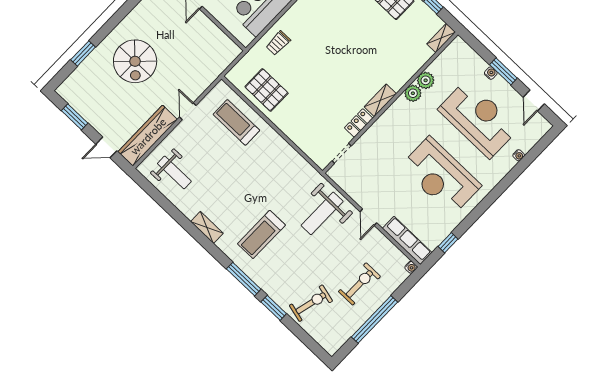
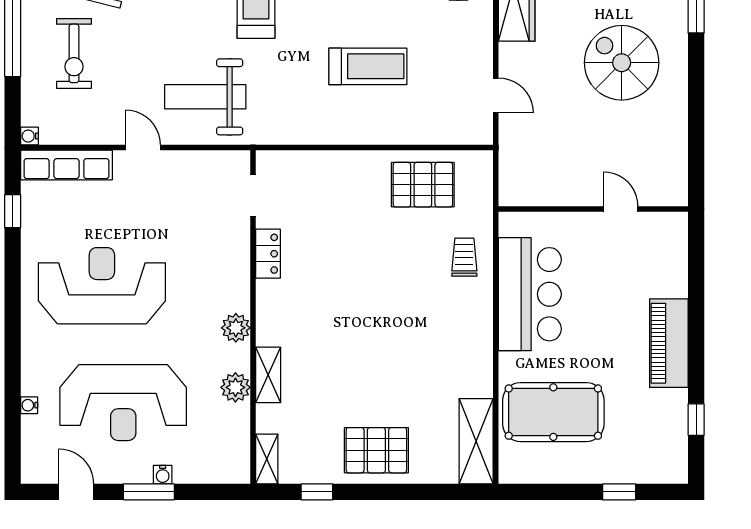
plant: (413, 93) -> (236, 328), moved
shelving: (380, 100) -> (268, 375), moved
door: (188, 111) -> (496, 95), moved
treadmill: (236, 122) -> (368, 66), moved
weight bench: (322, 213) -> (205, 97), turned -90

